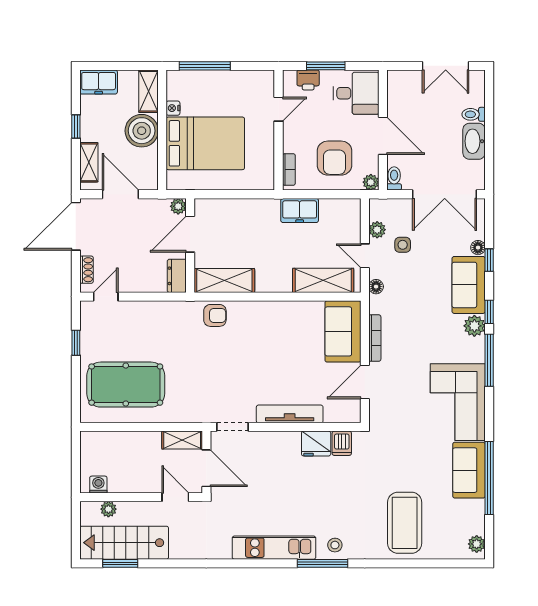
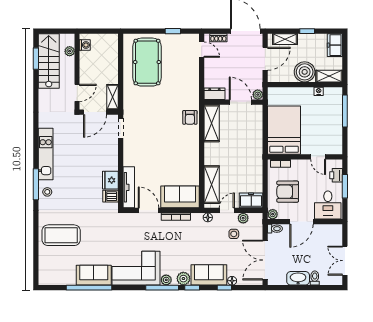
bed: (205, 143) -> (284, 130), moved, turned 180
freezer: (300, 210) -> (251, 200), moved, turned 90
tv unit: (290, 414) -> (129, 187), moved
plant: (477, 544) -> (166, 280), moved

